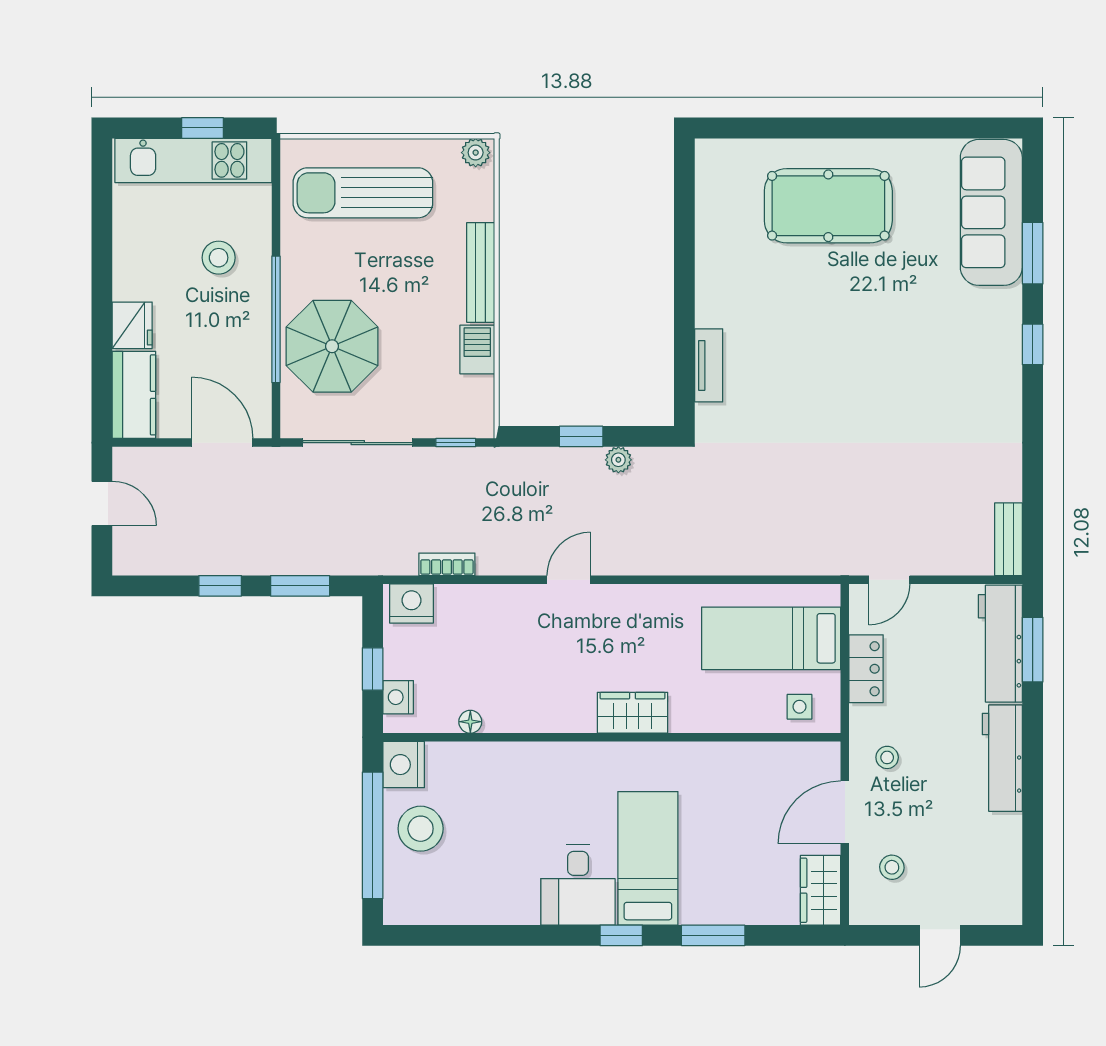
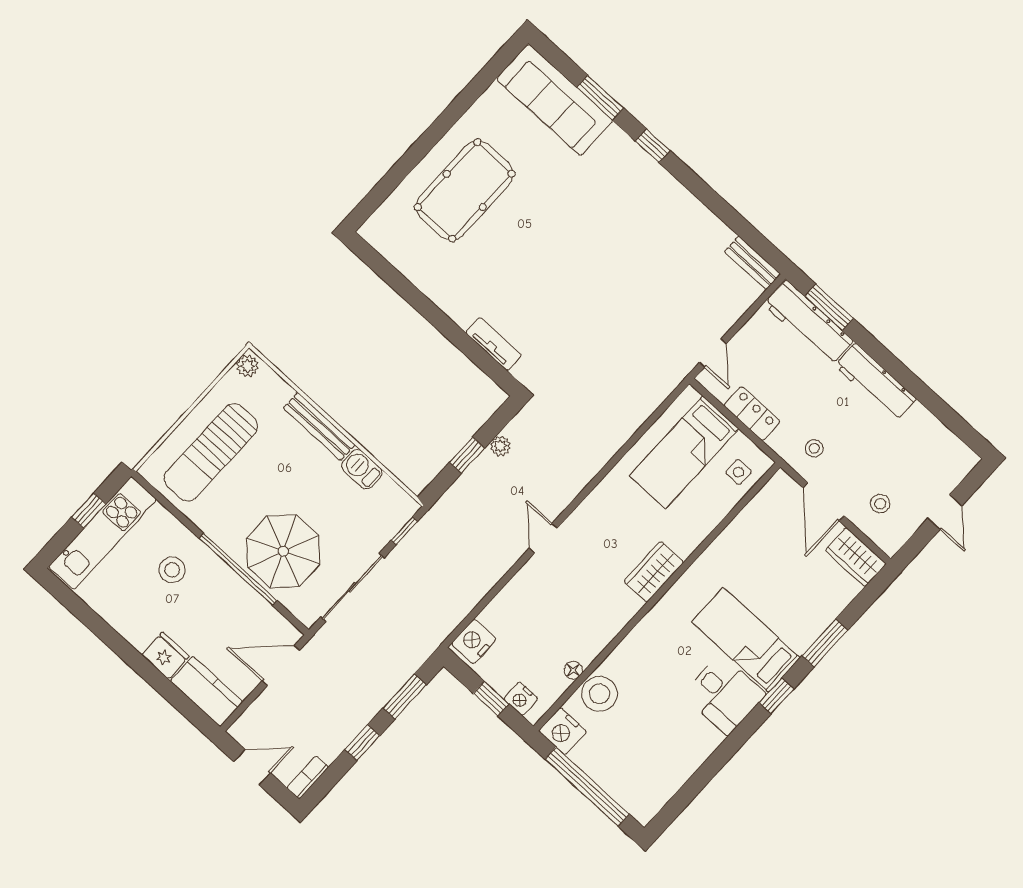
bookcase: (447, 564) -> (308, 777), moved
stool: (421, 829) -> (599, 694), moved

